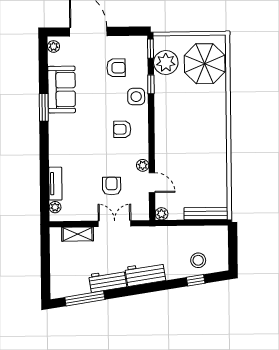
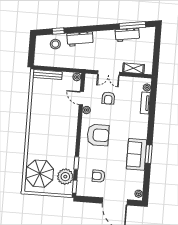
sofa: (62, 90) -> (137, 154), moved
side table: (136, 97) -> (87, 156), removed
armchair: (122, 129) -> (98, 135), width x1.88, depth x1.88
workbench: (145, 274) -> (80, 39), moved
workbench: (108, 281) -> (127, 35), moved

